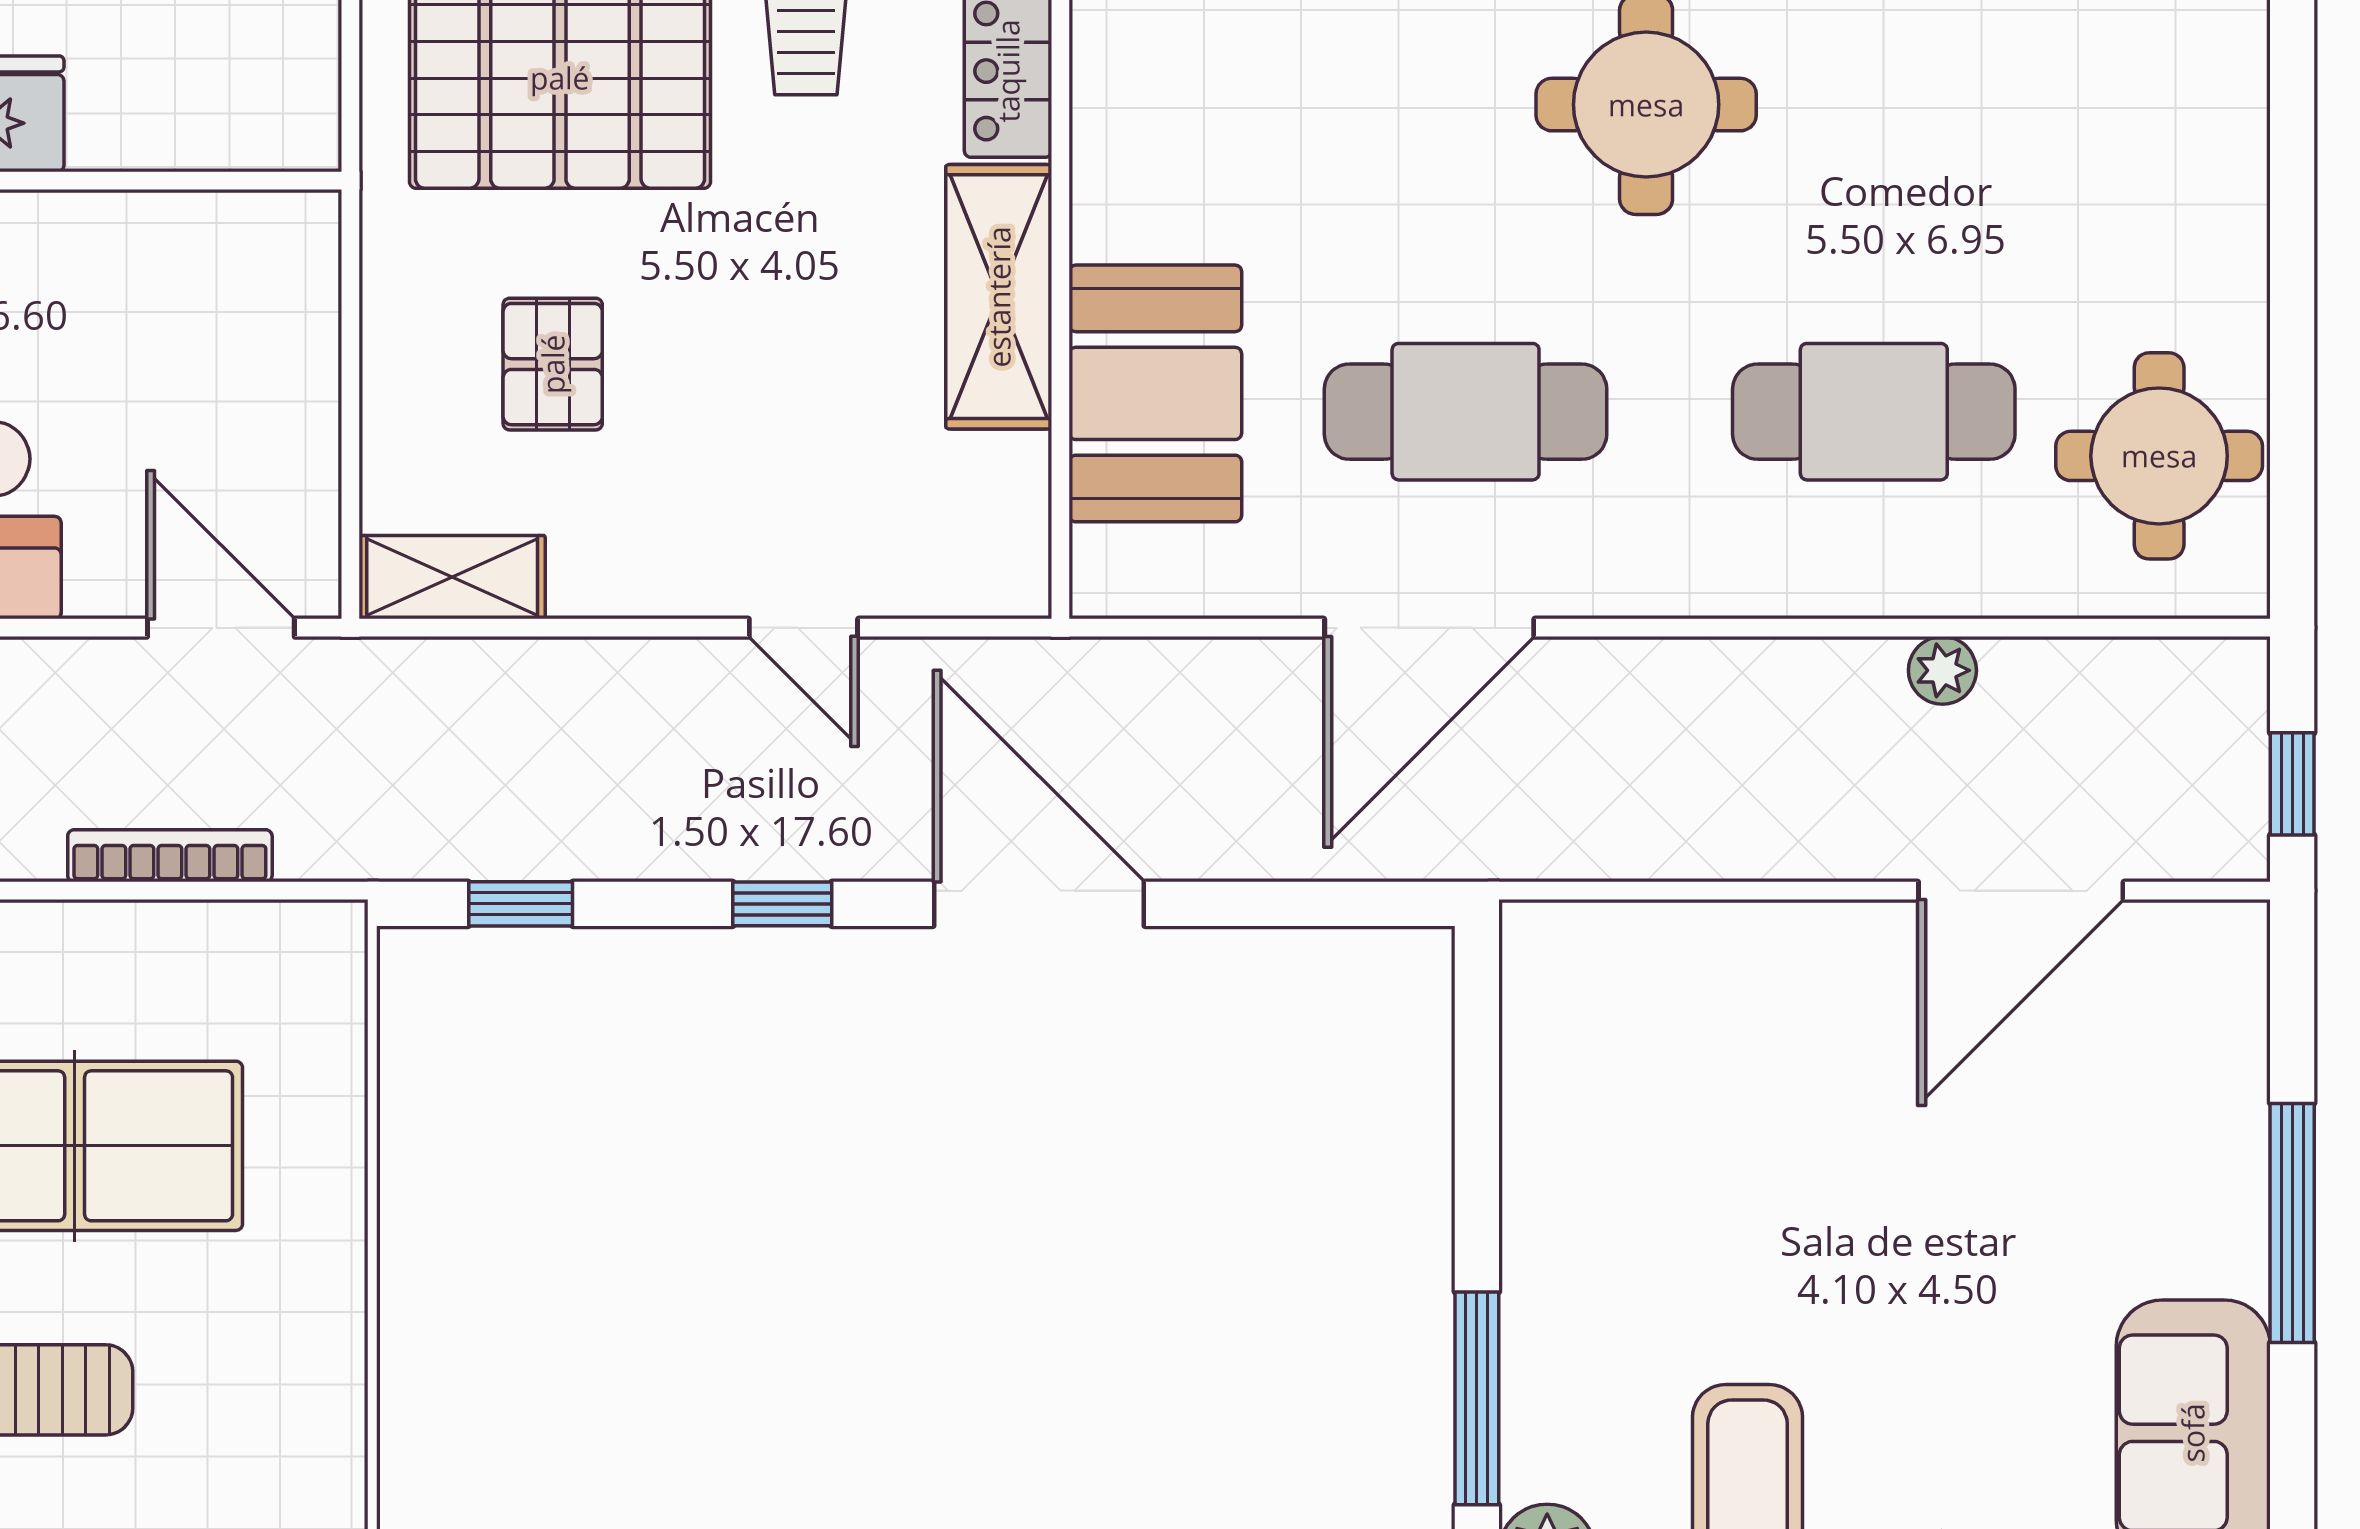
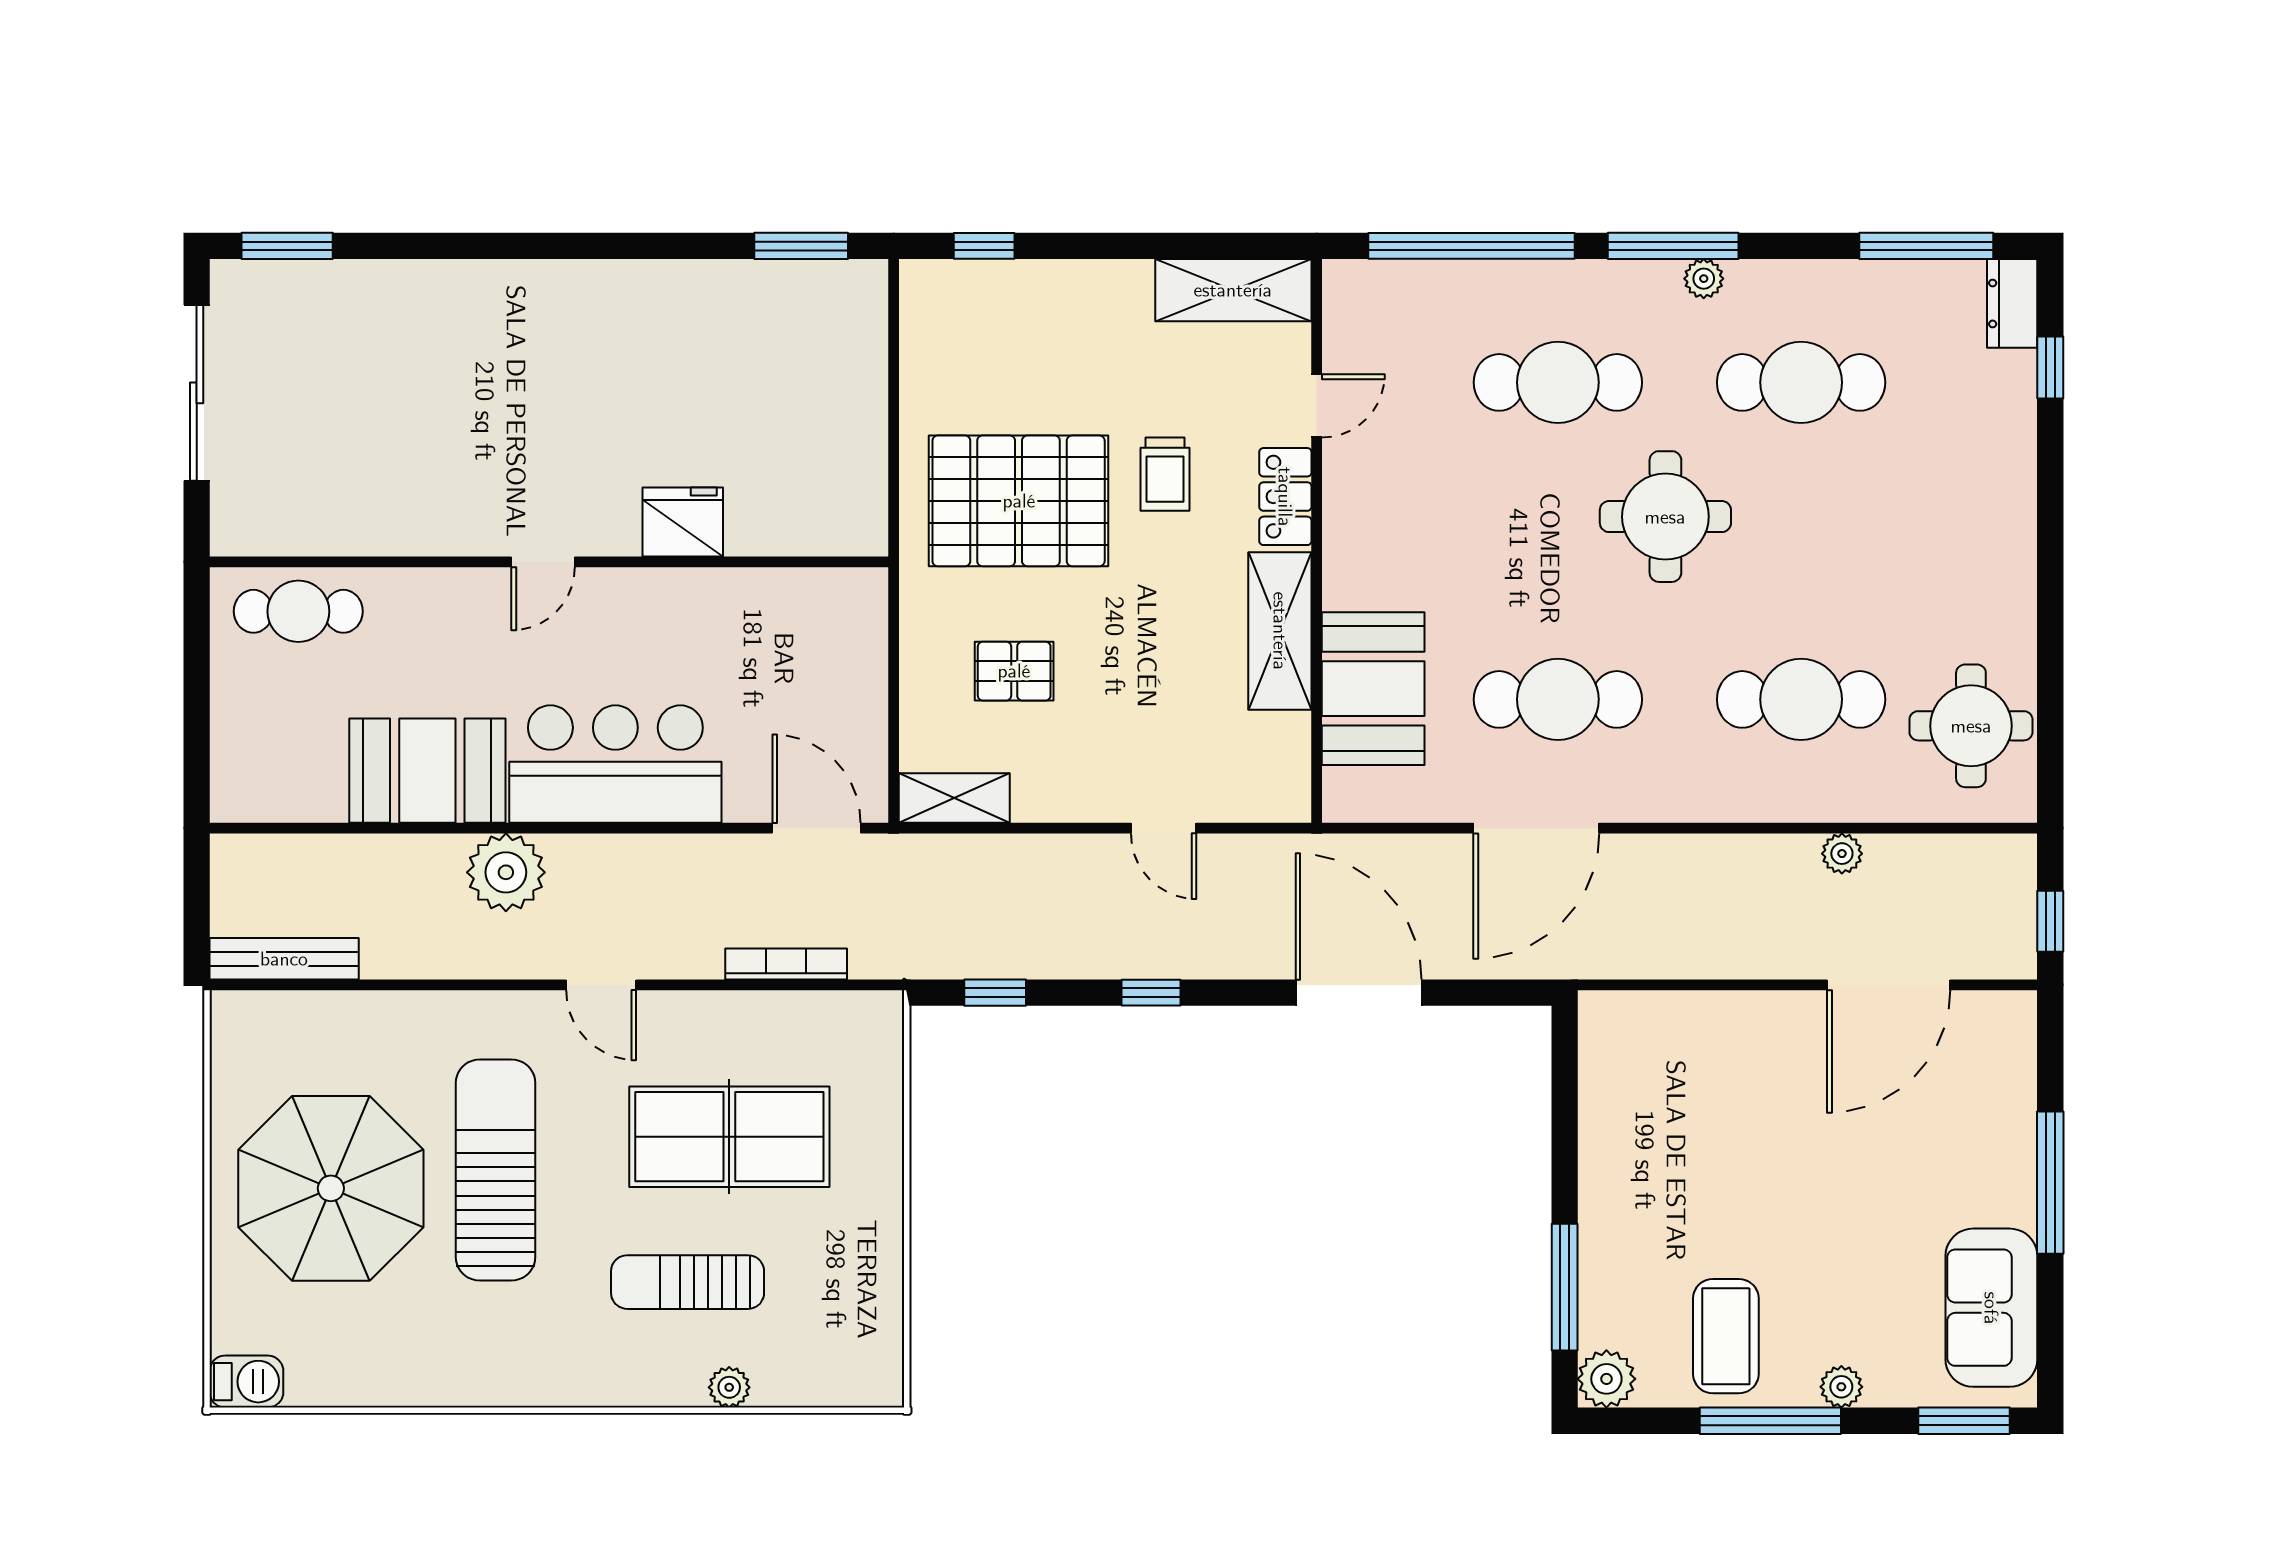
pallet: (553, 364) -> (1014, 671), turned 90
door: (1039, 904) -> (1359, 993), moved

